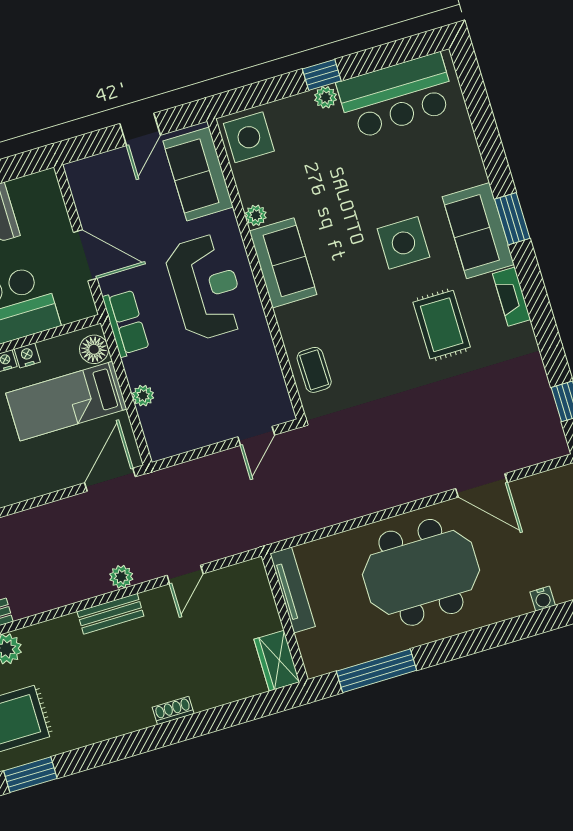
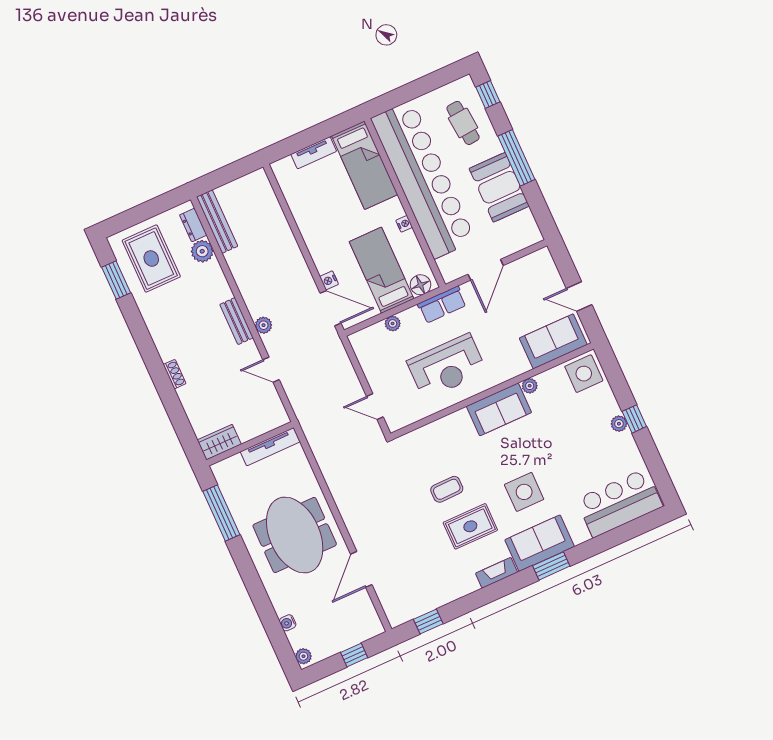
bar counter: (396, 96) -> (619, 503), moved, turned 90
reception desk: (206, 287) -> (447, 366), moved
nightstand: (27, 355) -> (329, 280), moved, turned 180
coffee table: (314, 370) -> (447, 489), moved

